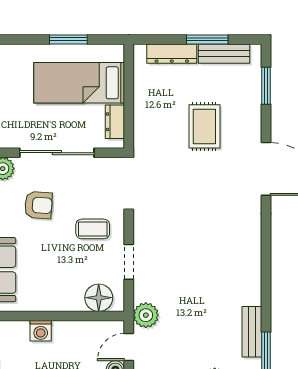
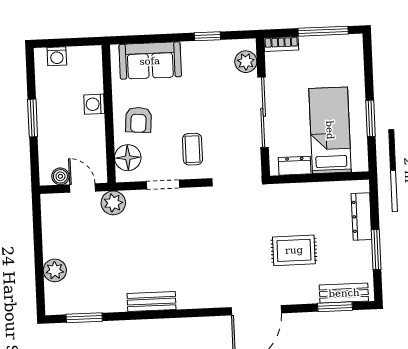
bench: (224, 54) -> (344, 293), moved, turned 90
armchair: (38, 205) -> (138, 120), moved
bench: (252, 332) -> (151, 302), moved

